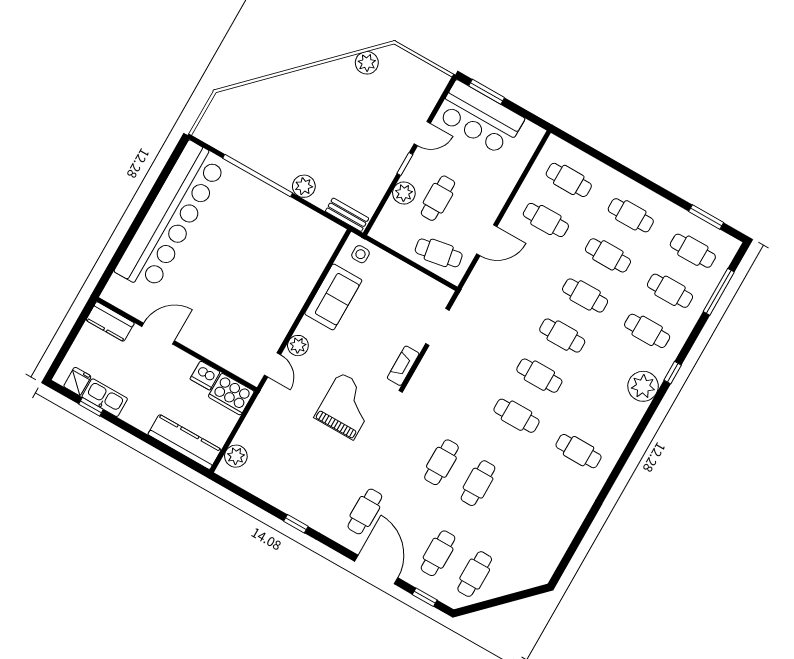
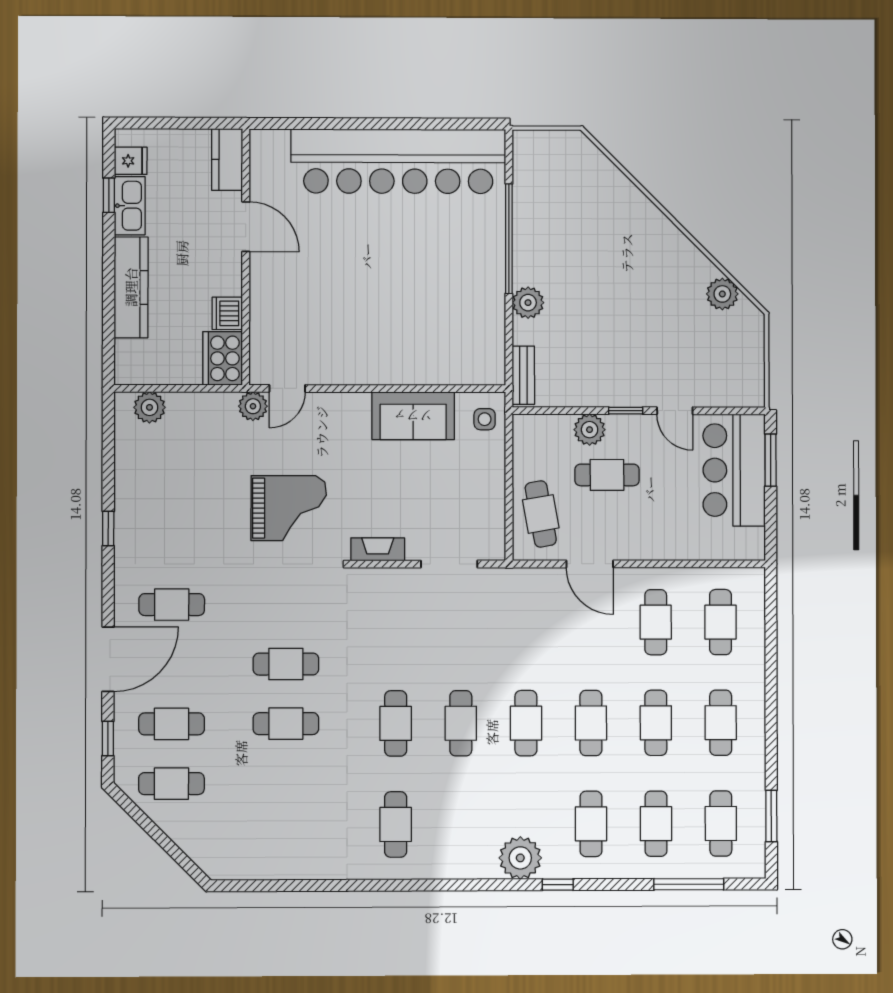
plant: (298, 346) -> (253, 406), moved
kitchen counter: (185, 442) -> (131, 287), moved

